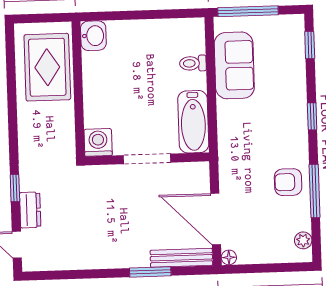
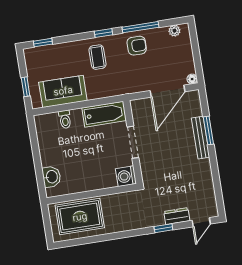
window: (248, 11) -> (26, 87), width x0.46
washbasin: (93, 36) -> (51, 177), moved, turned 90
window: (312, 116) -> (104, 33), moved
coffee table: (278, 122) -> (98, 57), added
armchair: (288, 182) -> (137, 46), turned -90
bench: (181, 258) -> (201, 138), moved

